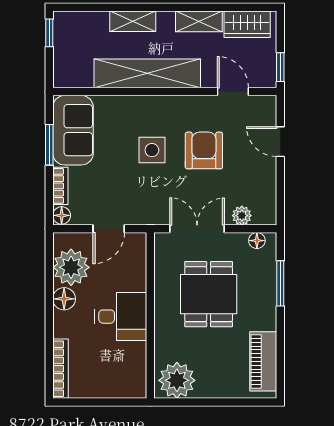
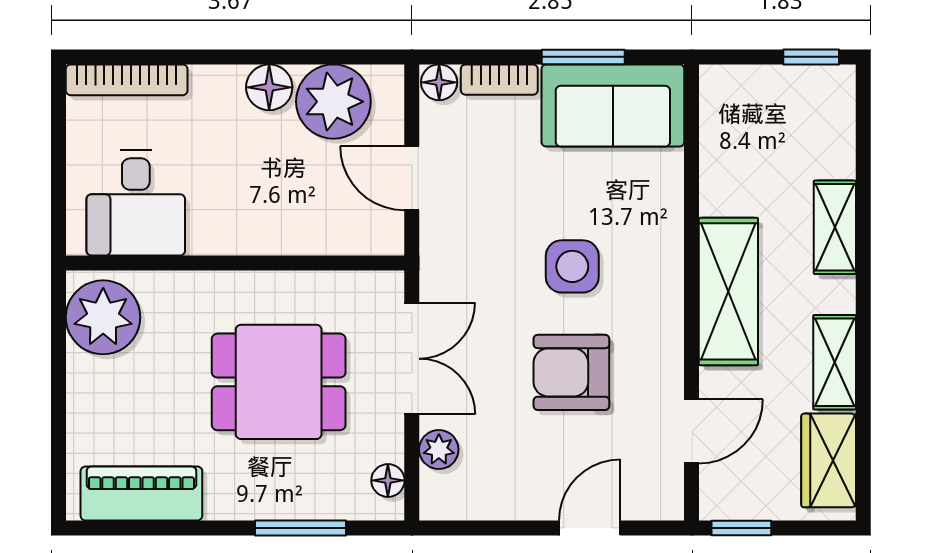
shelving: (147, 73) -> (728, 291), width x0.68
armchair: (204, 150) -> (571, 372), turned 180
desk: (121, 317) -> (136, 203), moved

